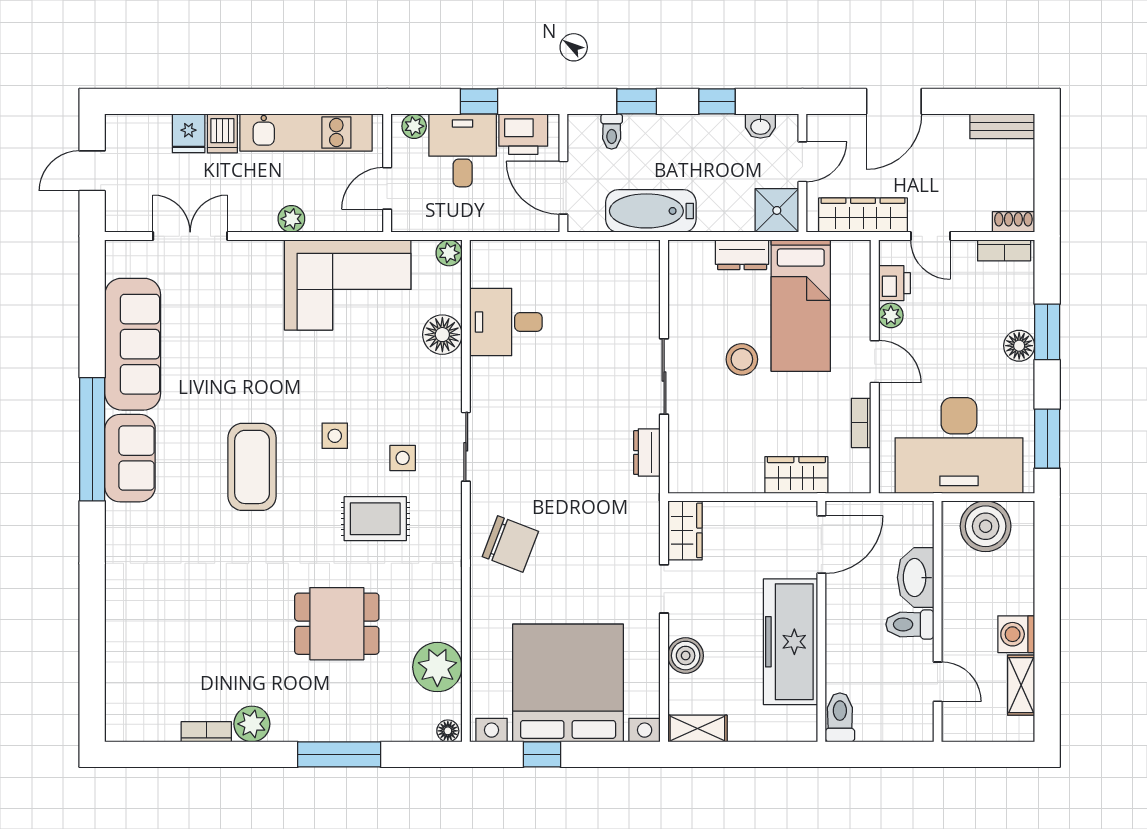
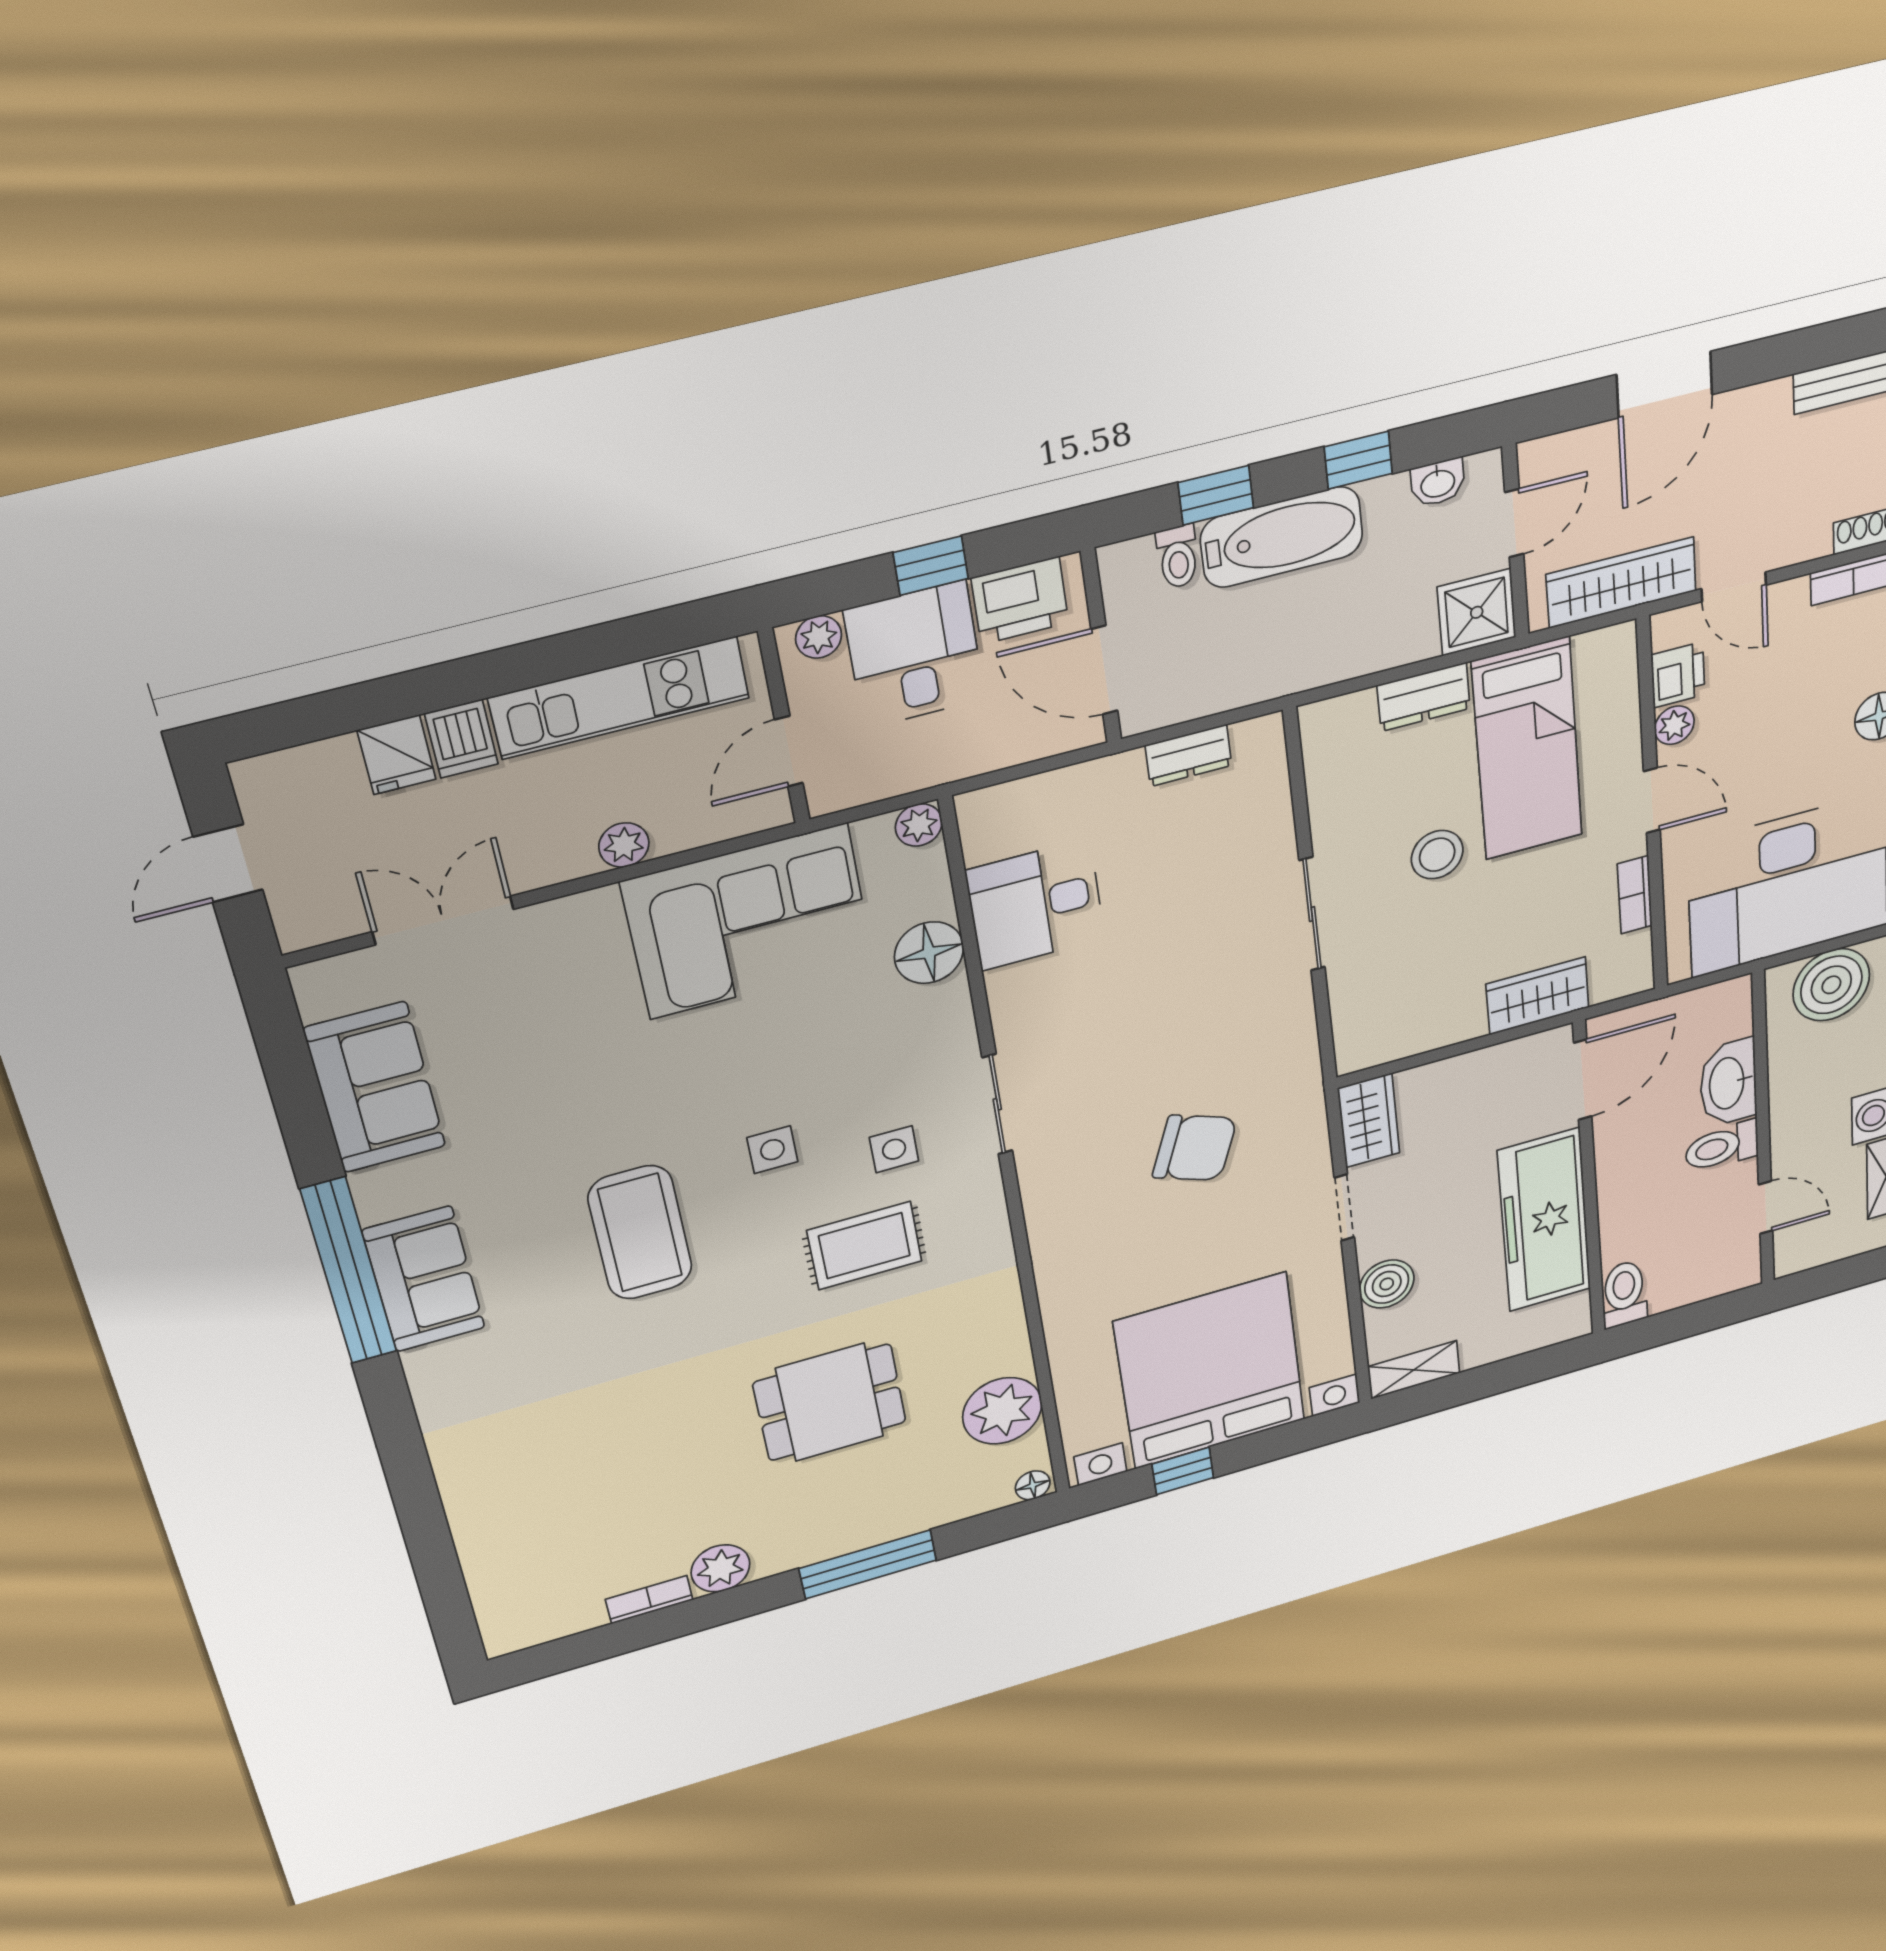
bathtub: (651, 211) -> (1282, 537), moved, turned 180
sofa: (133, 344) -> (375, 1088), width x0.73
dresser: (647, 453) -> (1188, 755), moved, turned -90
chair: (510, 544) -> (1195, 1148), moved

